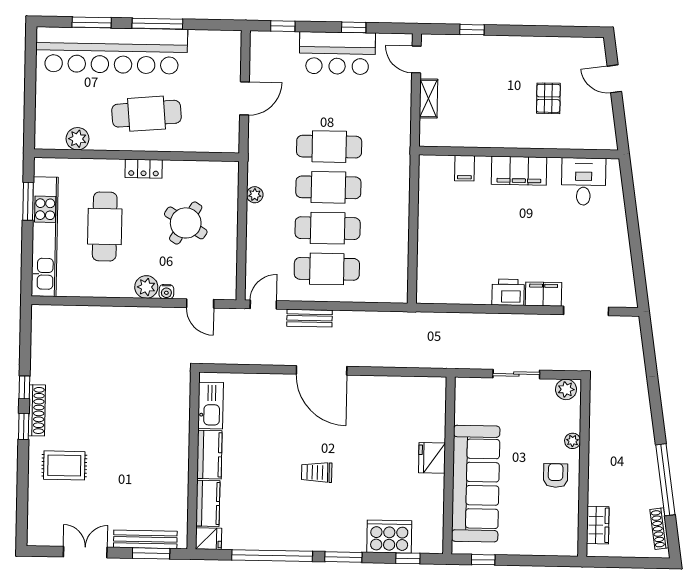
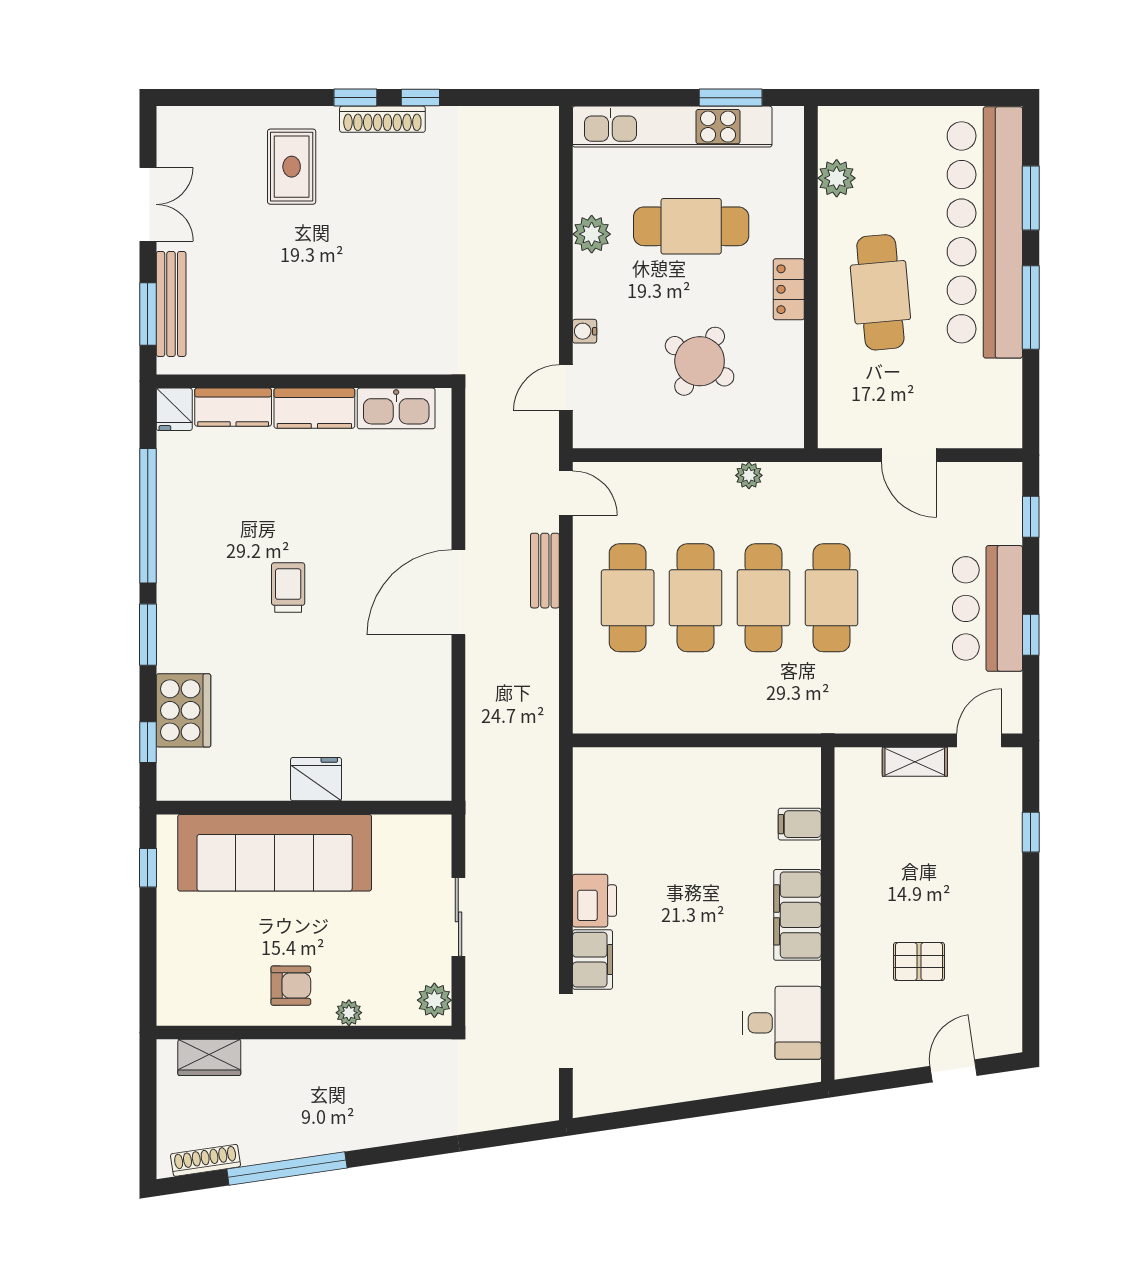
plant: (146, 287) -> (592, 234), moved

